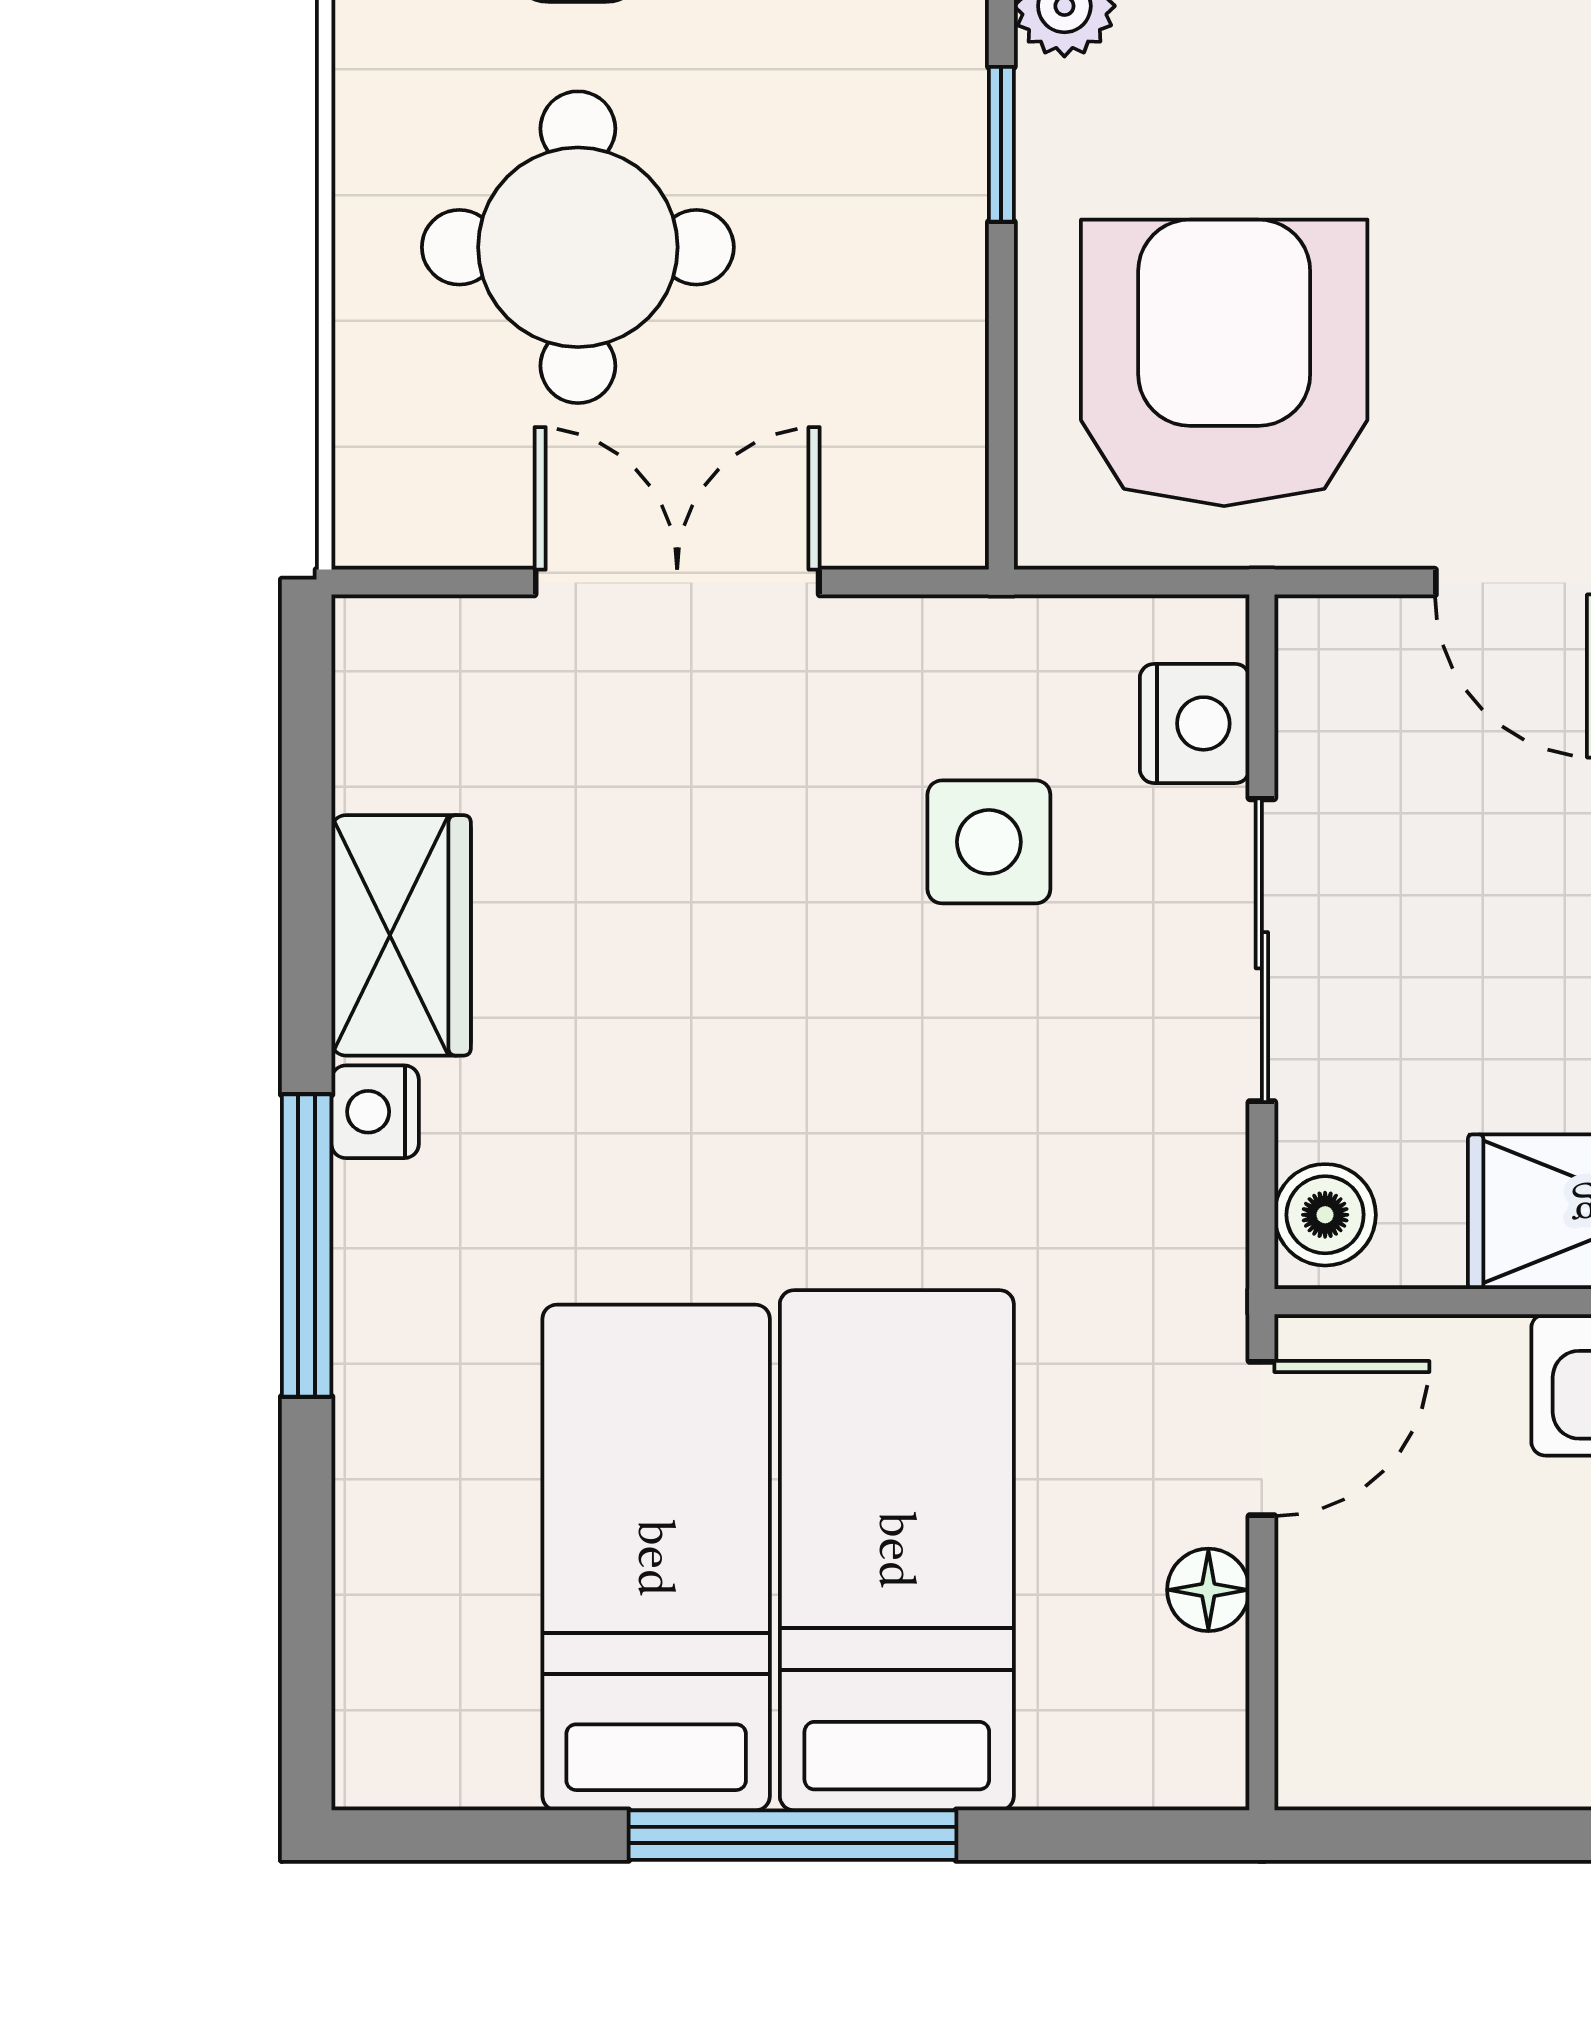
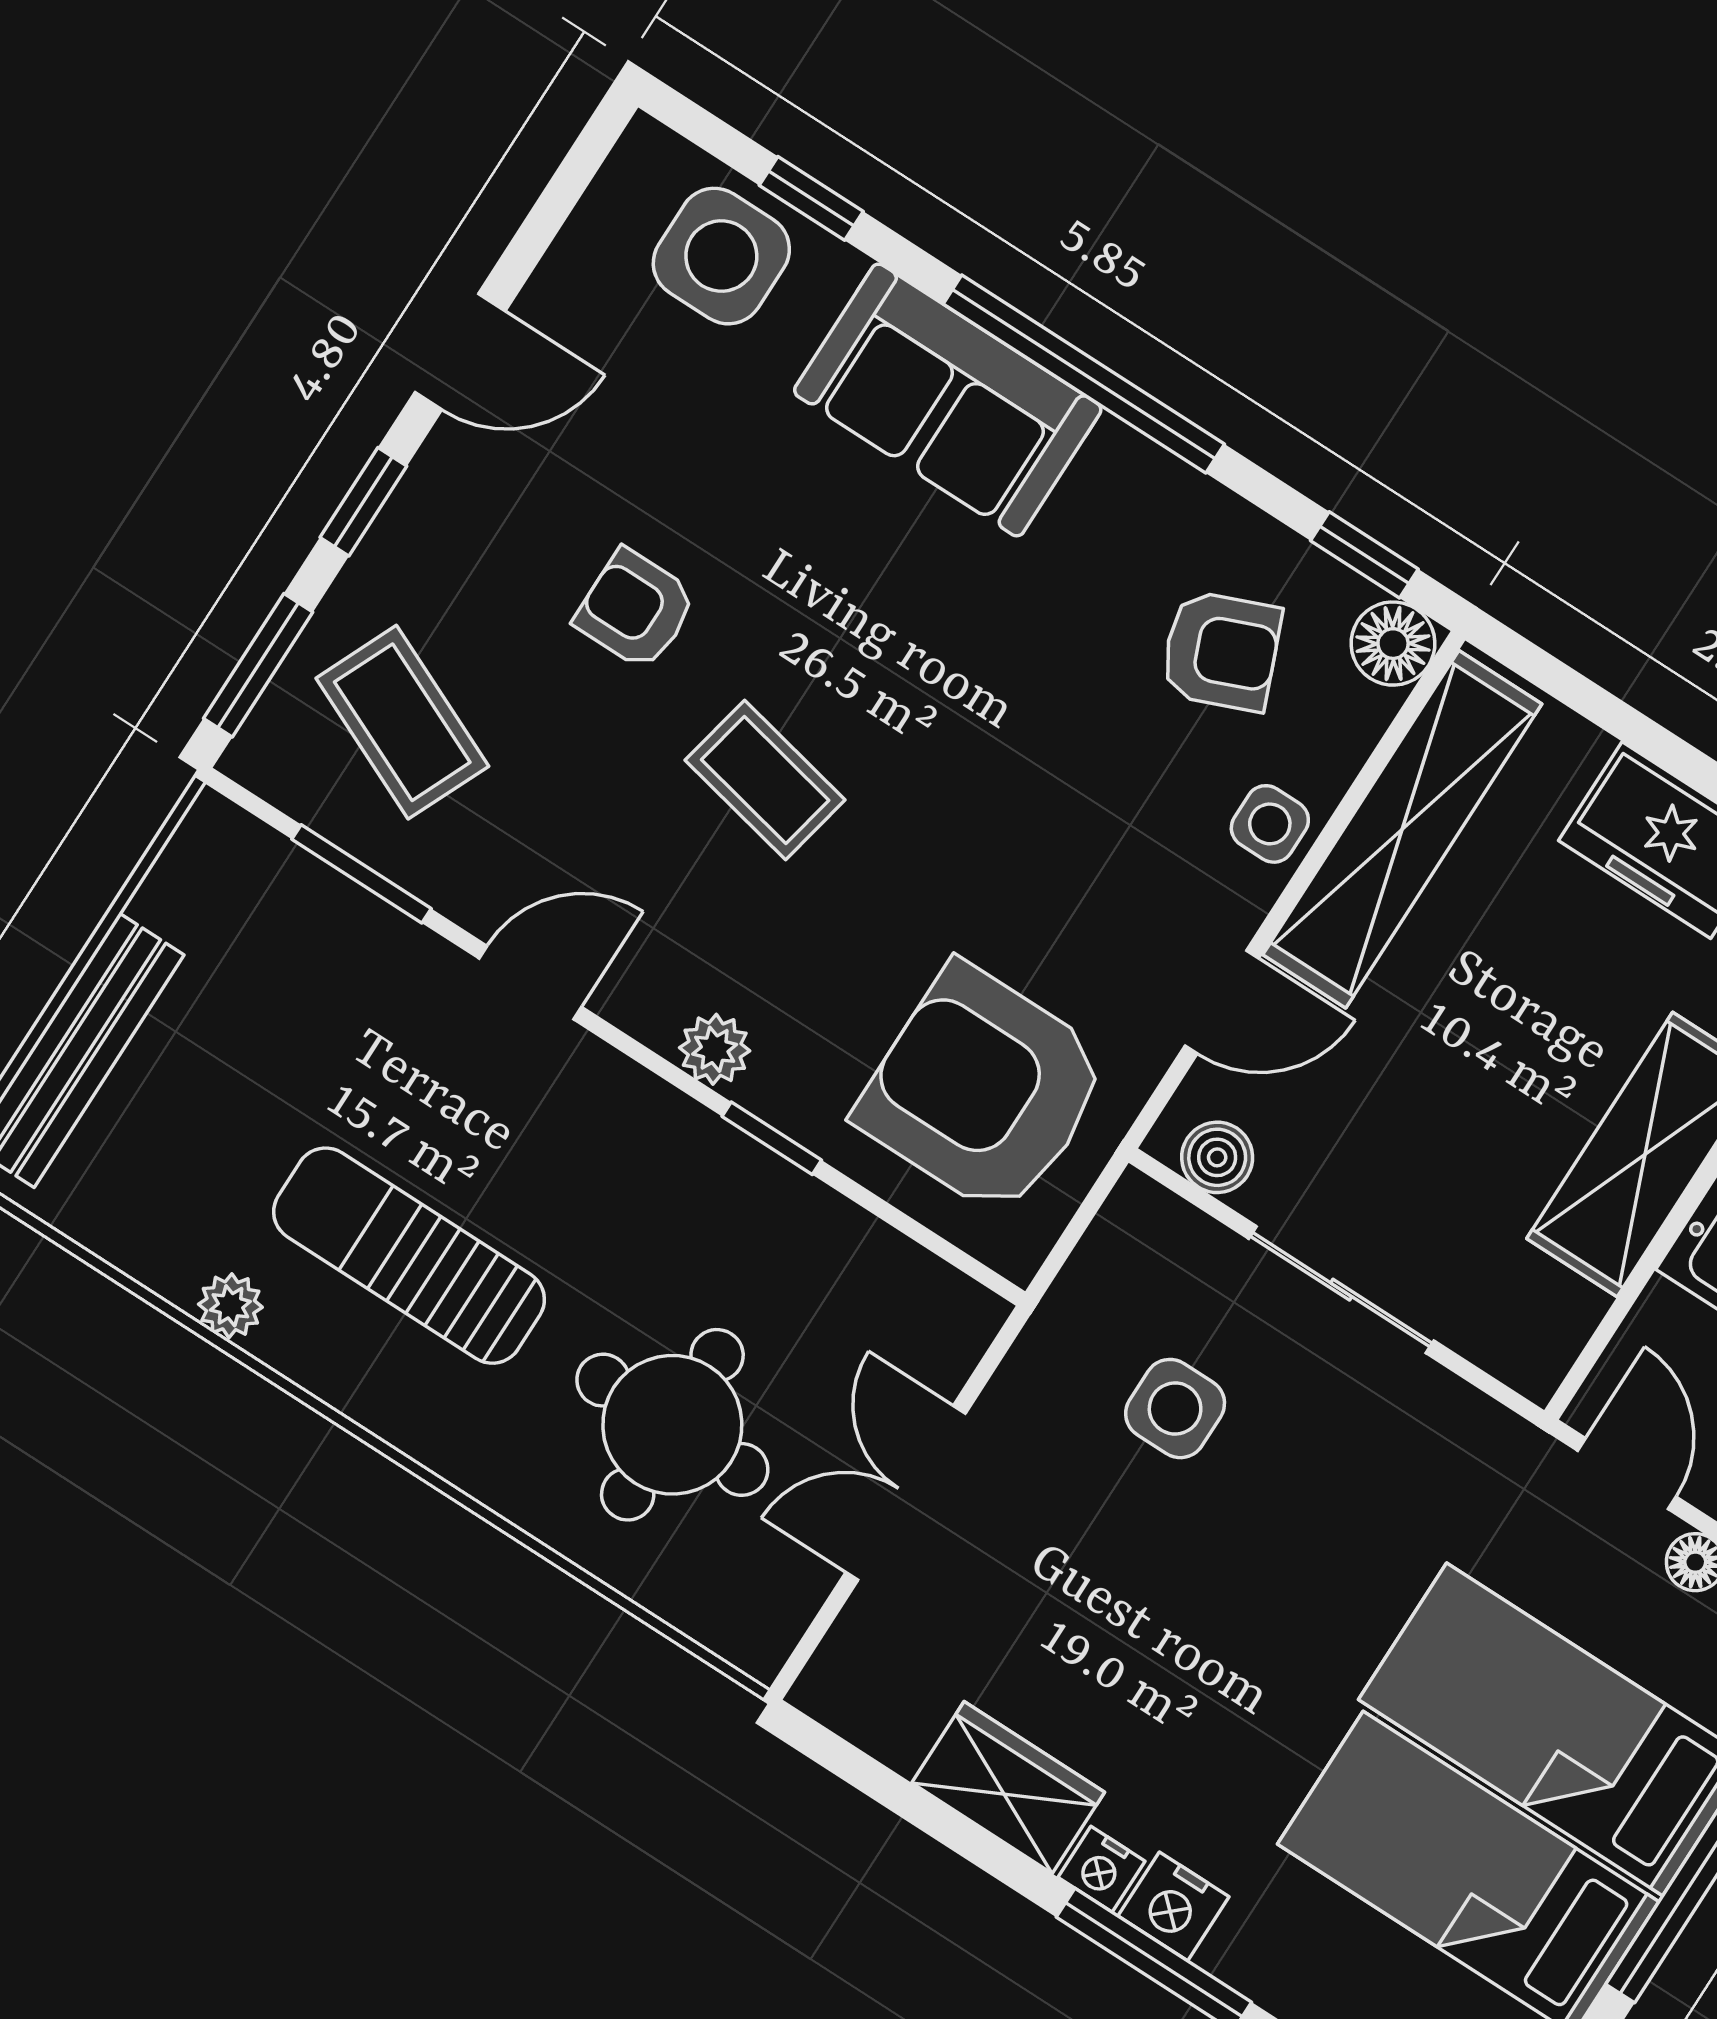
nightstand: (1195, 723) -> (1174, 1906), moved, turned 180
boiler: (1325, 1215) -> (1217, 1157), moved

